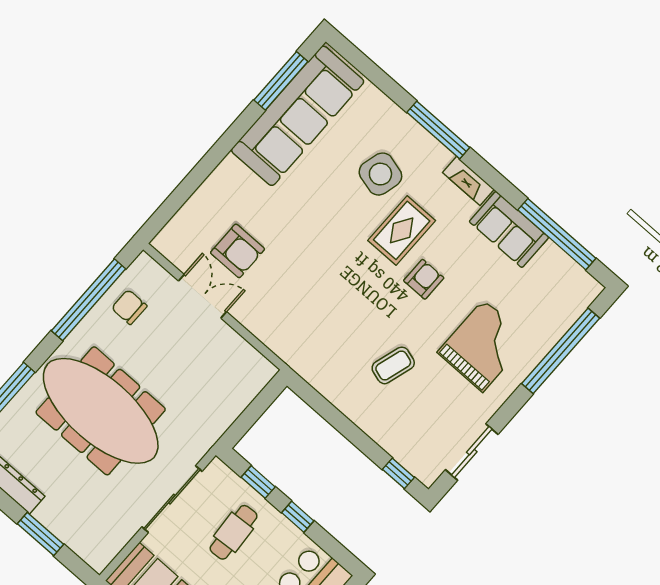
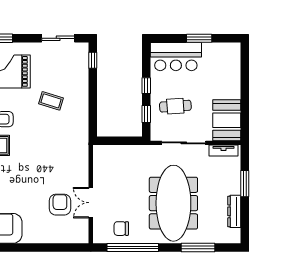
chair: (129, 307) -> (121, 229), turned 90
tv unit: (113, 545) -> (224, 150), added

